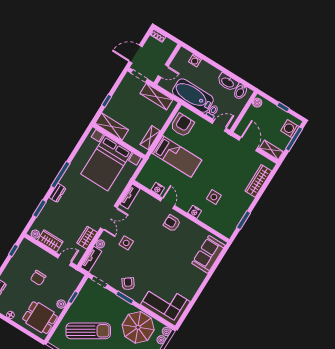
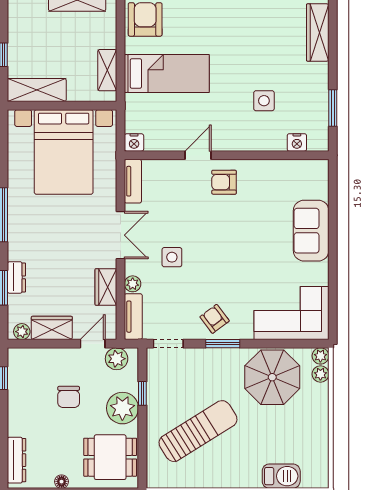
nightstand: (158, 189) -> (134, 142), moved
dresser: (57, 193) -> (16, 277), moved
door: (168, 203) -> (198, 155), hinge flipped
nightstand: (195, 212) -> (297, 142), moved
sofa: (208, 254) -> (311, 231), moved
plant: (71, 274) -> (117, 359), added
plant: (61, 304) -> (122, 408), width x1.87, depth x1.87

